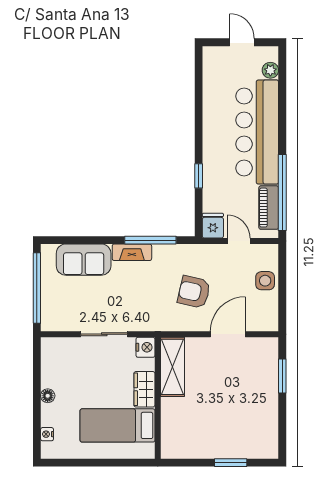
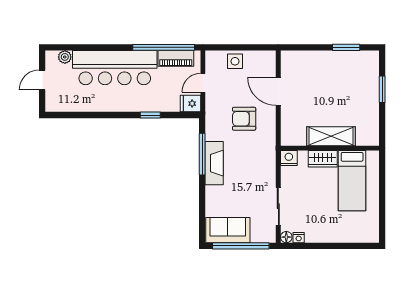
fireplace: (132, 252) -> (214, 163), width x1.37, depth x1.32
sofa: (84, 260) -> (228, 230), moved, turned -90
armchair: (194, 292) -> (244, 119), turned 77
sliding door: (104, 334) -> (278, 206), moved
shelving: (172, 367) -> (331, 136), moved
window: (282, 376) -> (346, 47), moved
floor lamp: (48, 396) -> (286, 237), moved
nightstand: (47, 434) -> (299, 238), moved

